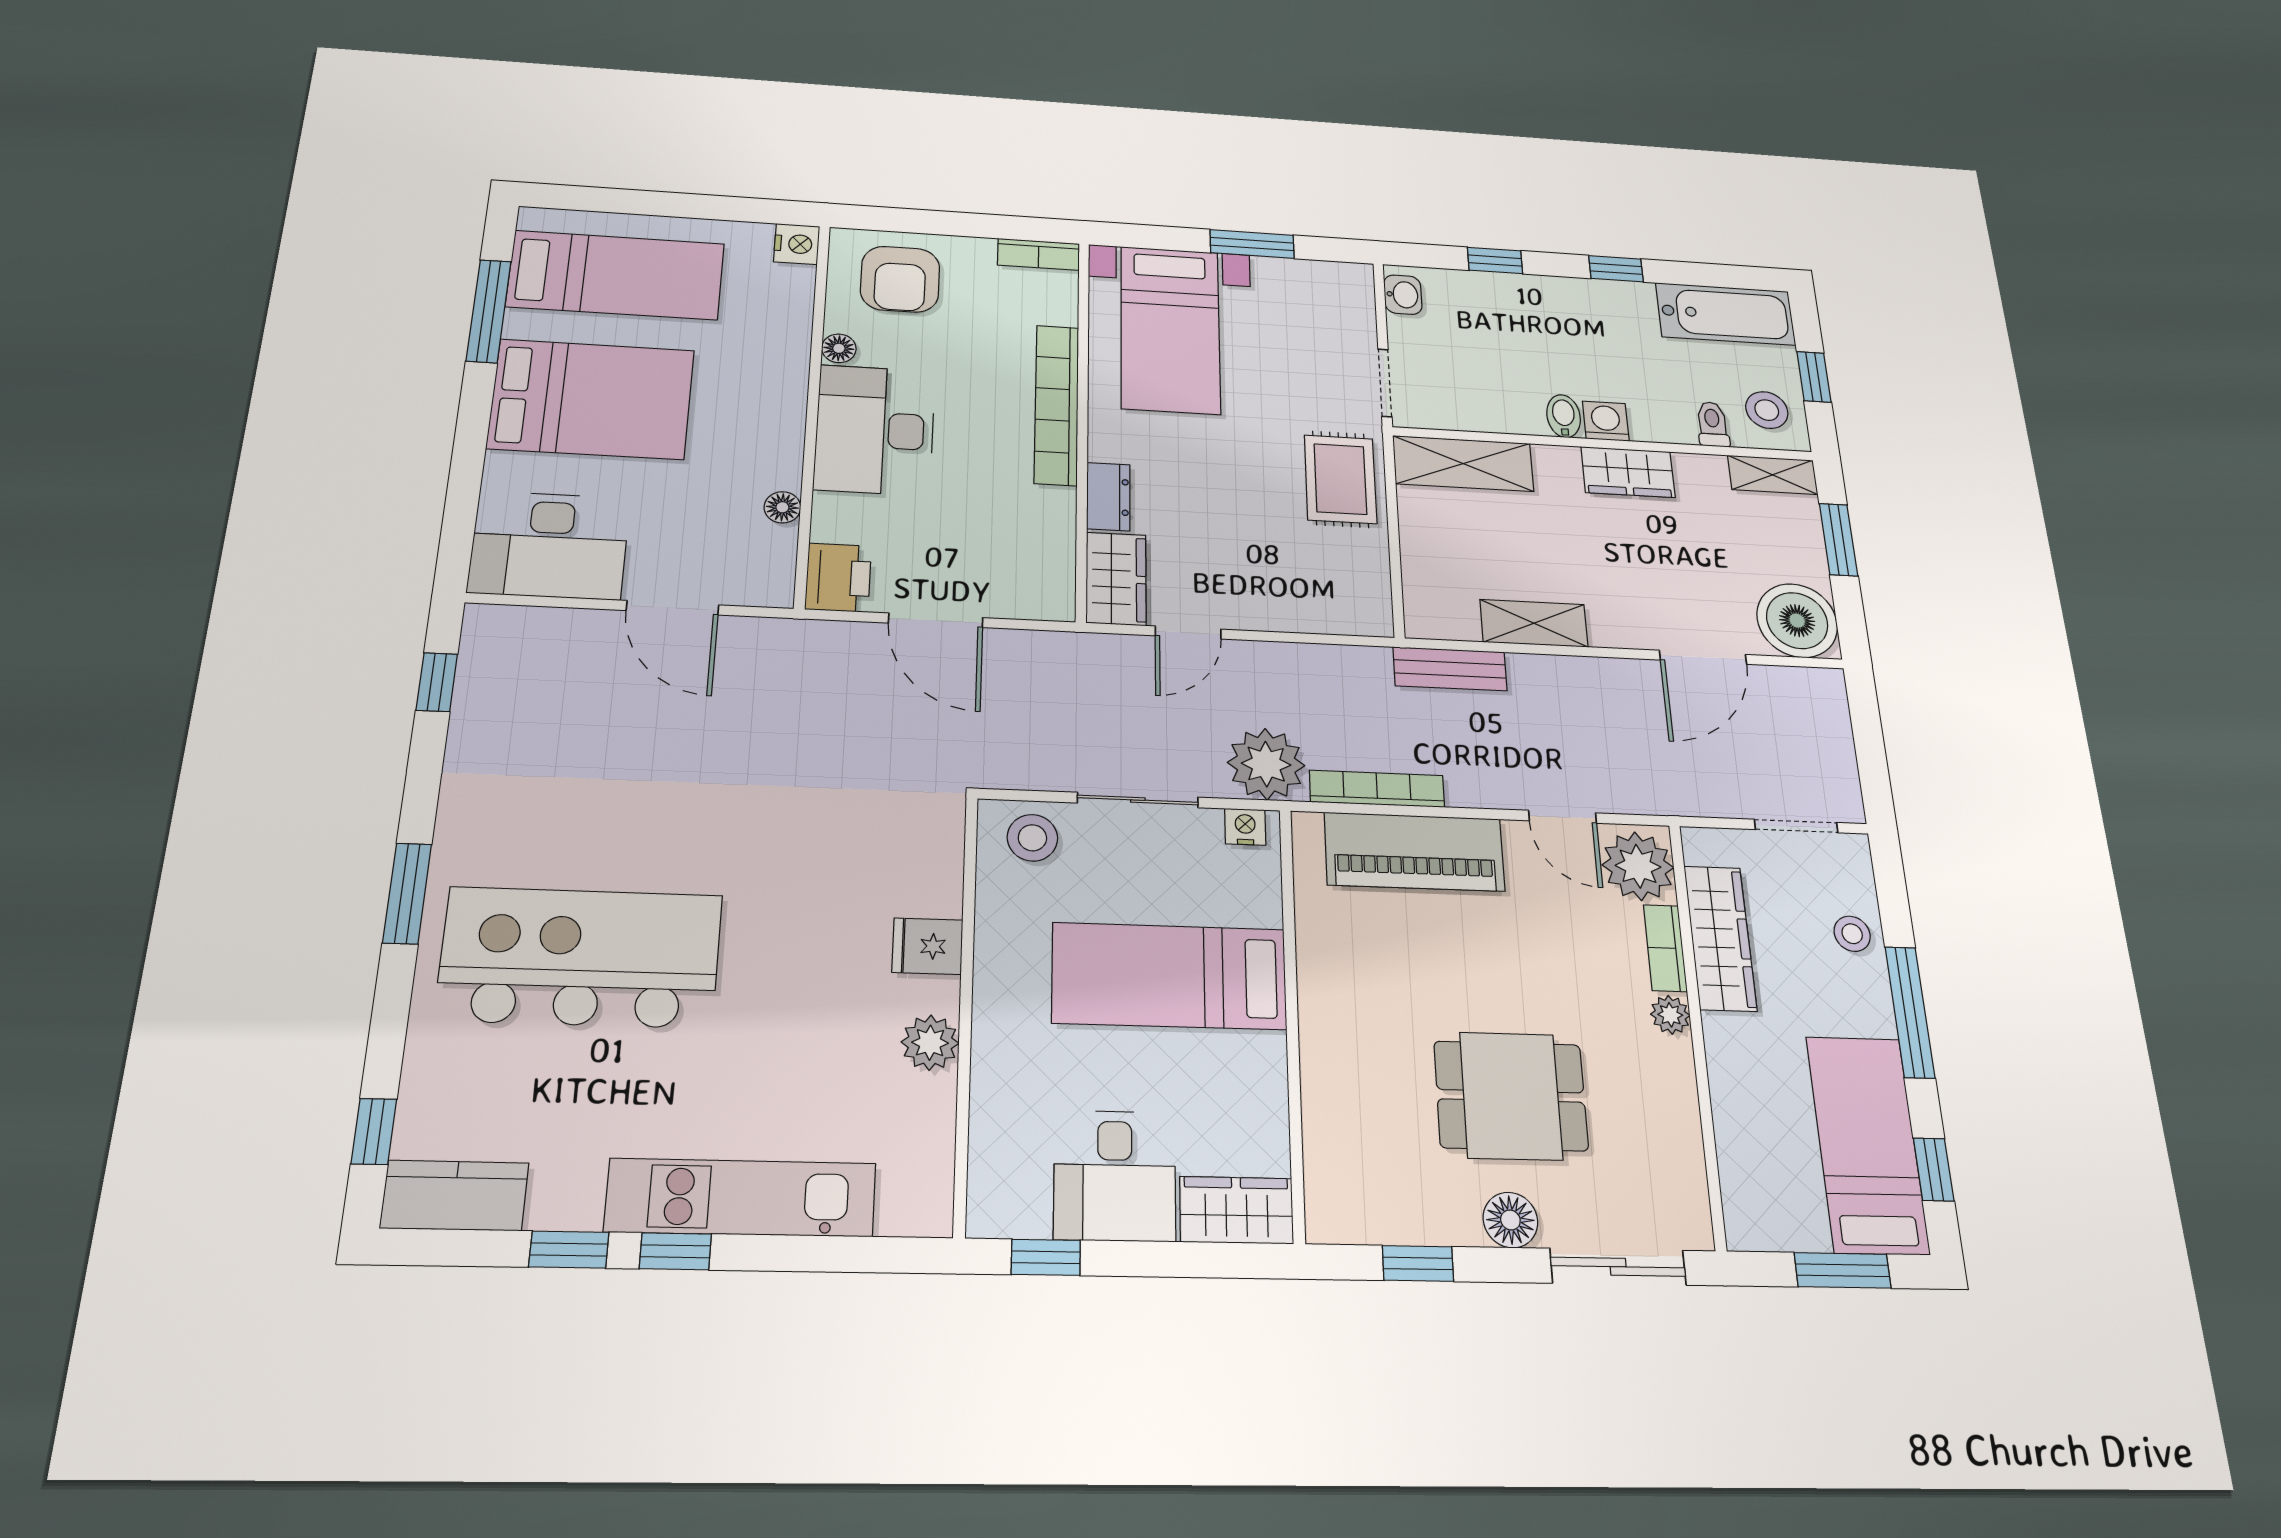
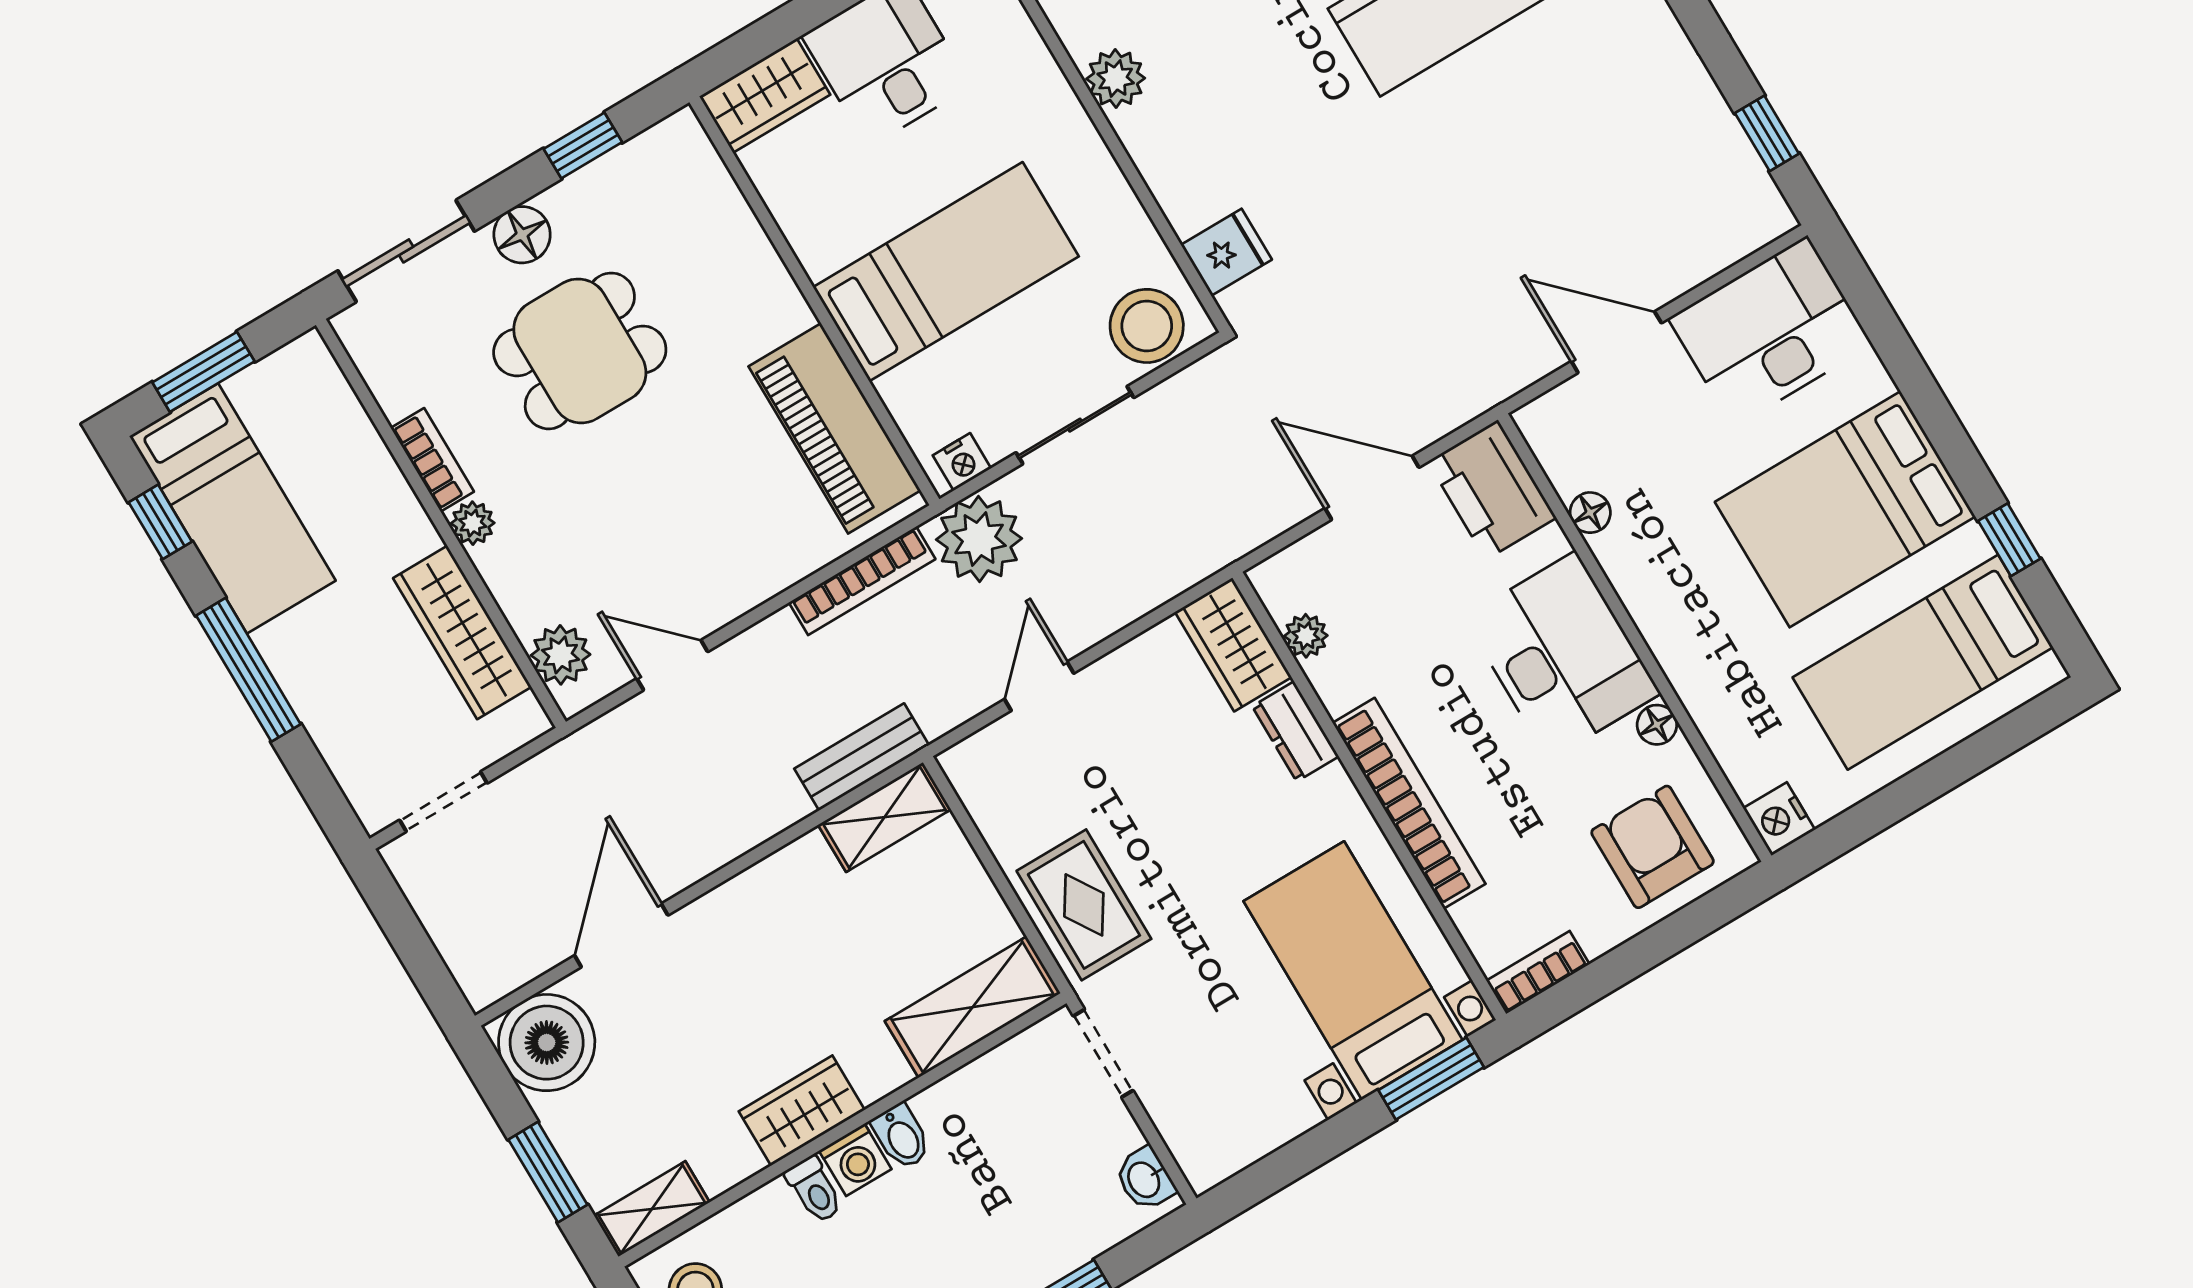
window: (1252, 244) -> (1431, 1079), moved
window: (489, 311) -> (2009, 540), width x0.46
toilet: (1713, 424) -> (814, 1190), moved
plant: (1057, 553) -> (1306, 636), added
printer: (838, 578) -> (1492, 490), width x1.37, depth x1.19
shelving: (1534, 623) -> (884, 817), moved
door: (1188, 632) -> (1039, 686), moved
stool: (1032, 838) -> (1147, 326), width x1.38, depth x1.38
piano: (1414, 852) -> (835, 428), moved, turned -90
plant: (1638, 866) -> (561, 655), width x0.73, depth x0.73
stool: (1852, 934) -> (338, 718), removed
fridge: (928, 946) -> (1226, 252), moved
bookcase: (1665, 948) -> (432, 460), moved

